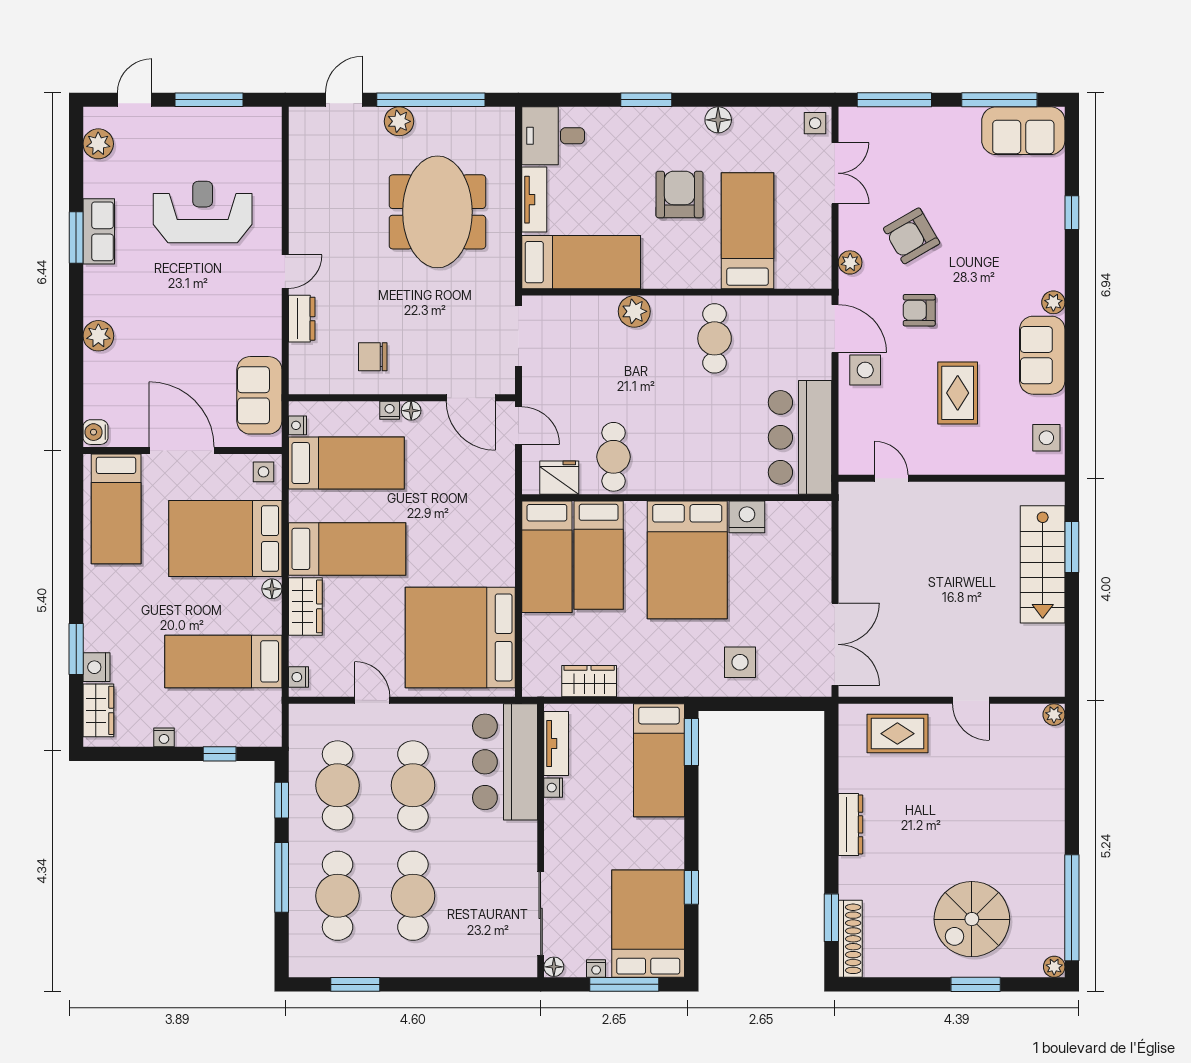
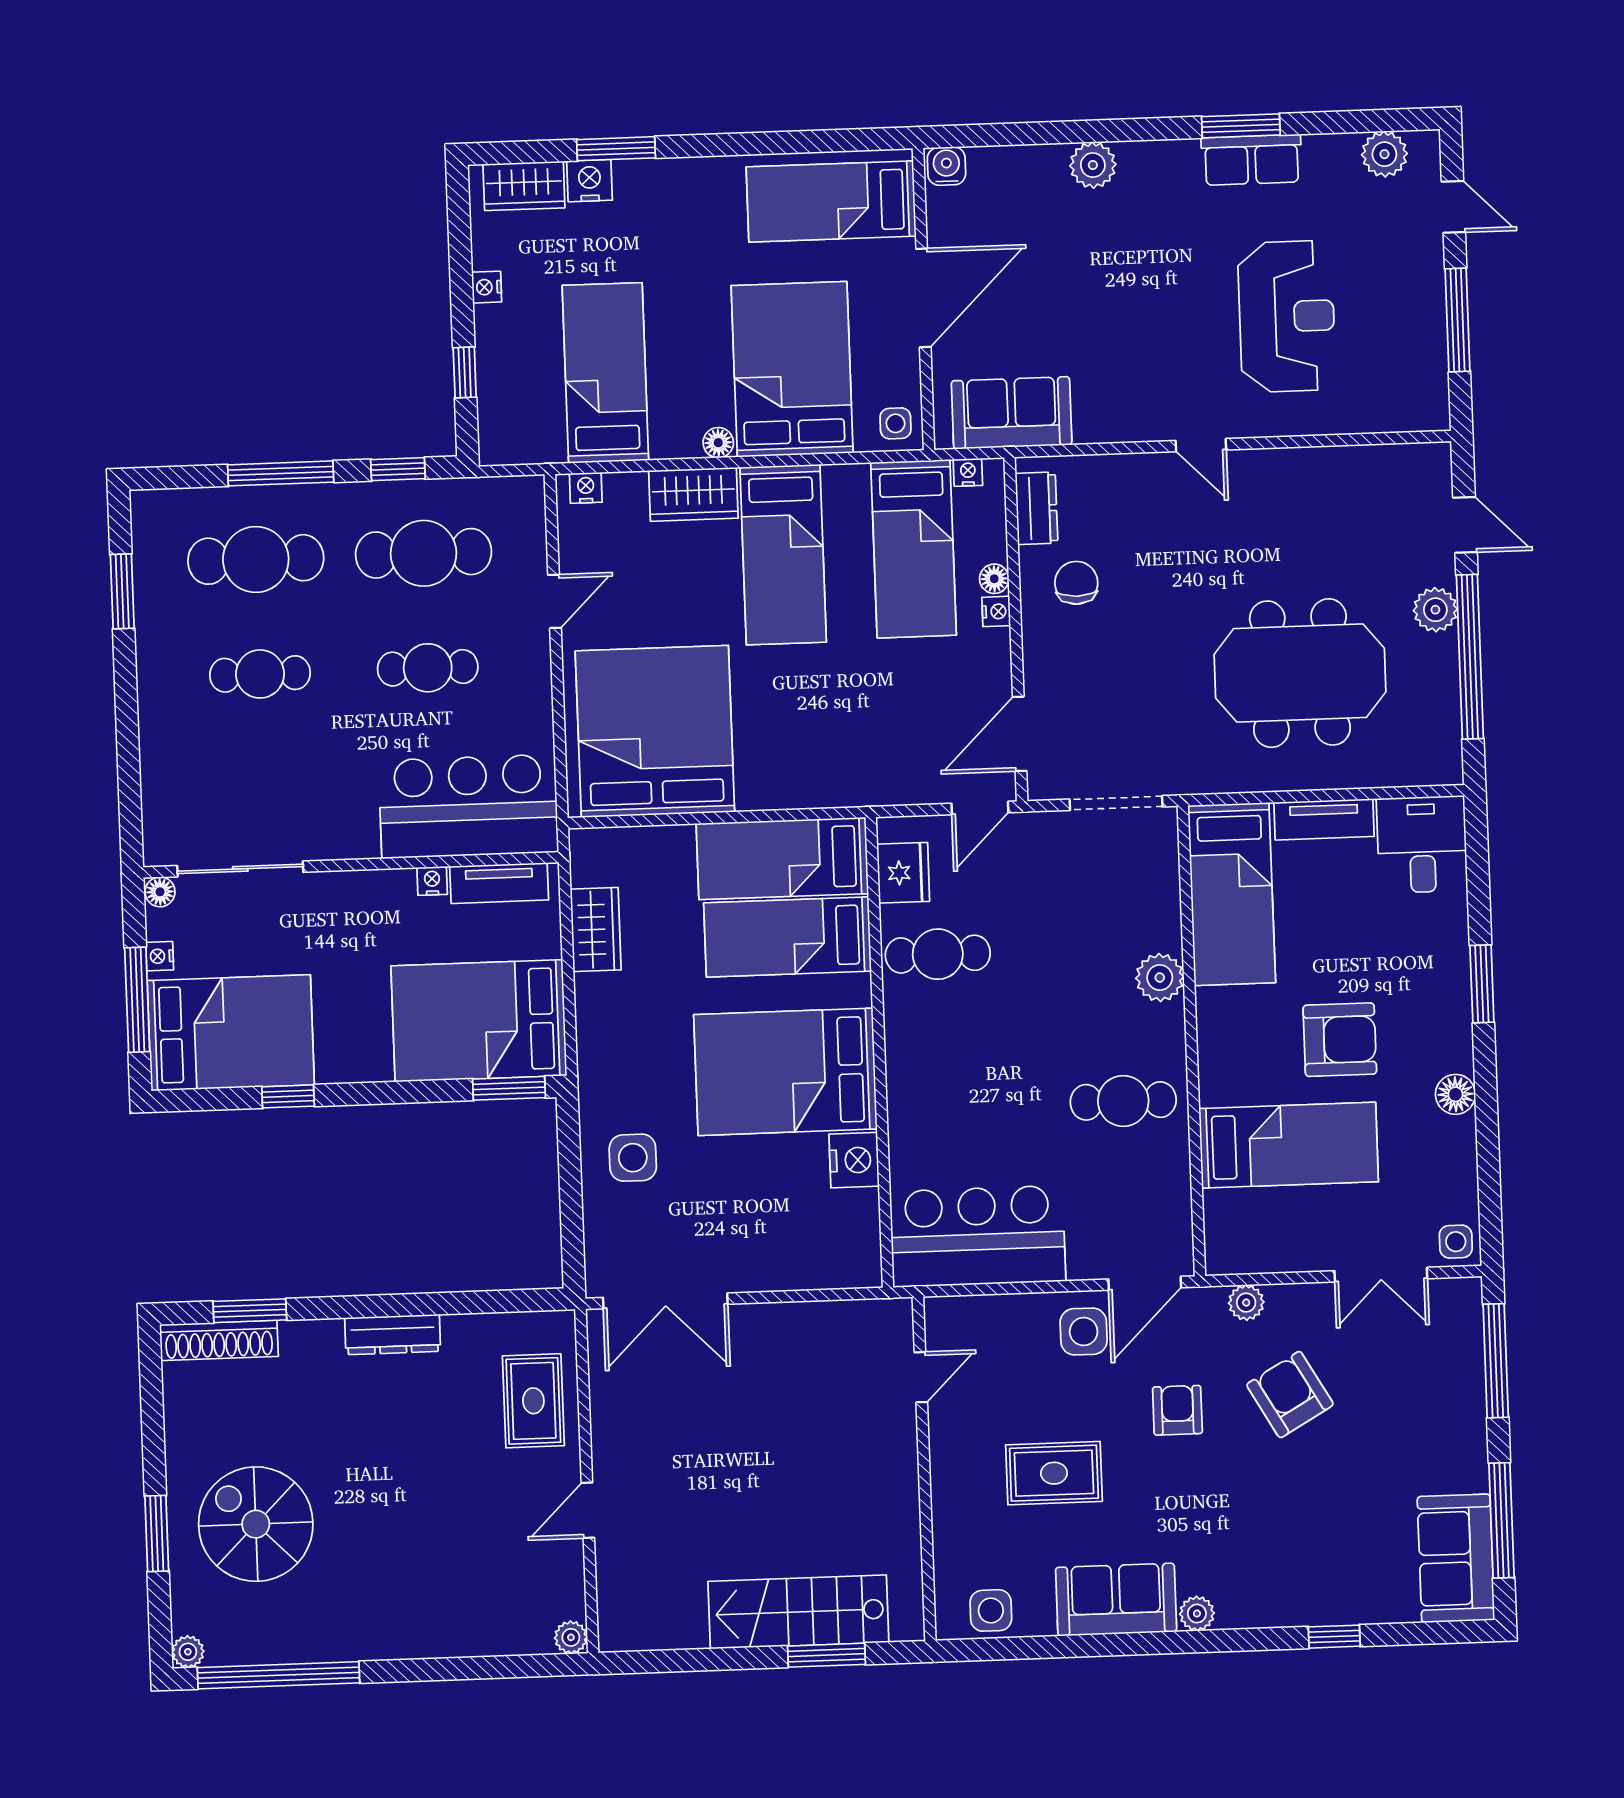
dresser: (302, 319) -> (1037, 508), moved, turned -90
floor lamp: (411, 411) -> (994, 579), moved
bed: (659, 760) -> (479, 1021), width x1.50
cafe table: (413, 785) -> (428, 668), width x0.73, depth x0.74
cafe table: (413, 896) -> (260, 674), width x0.73, depth x0.74

